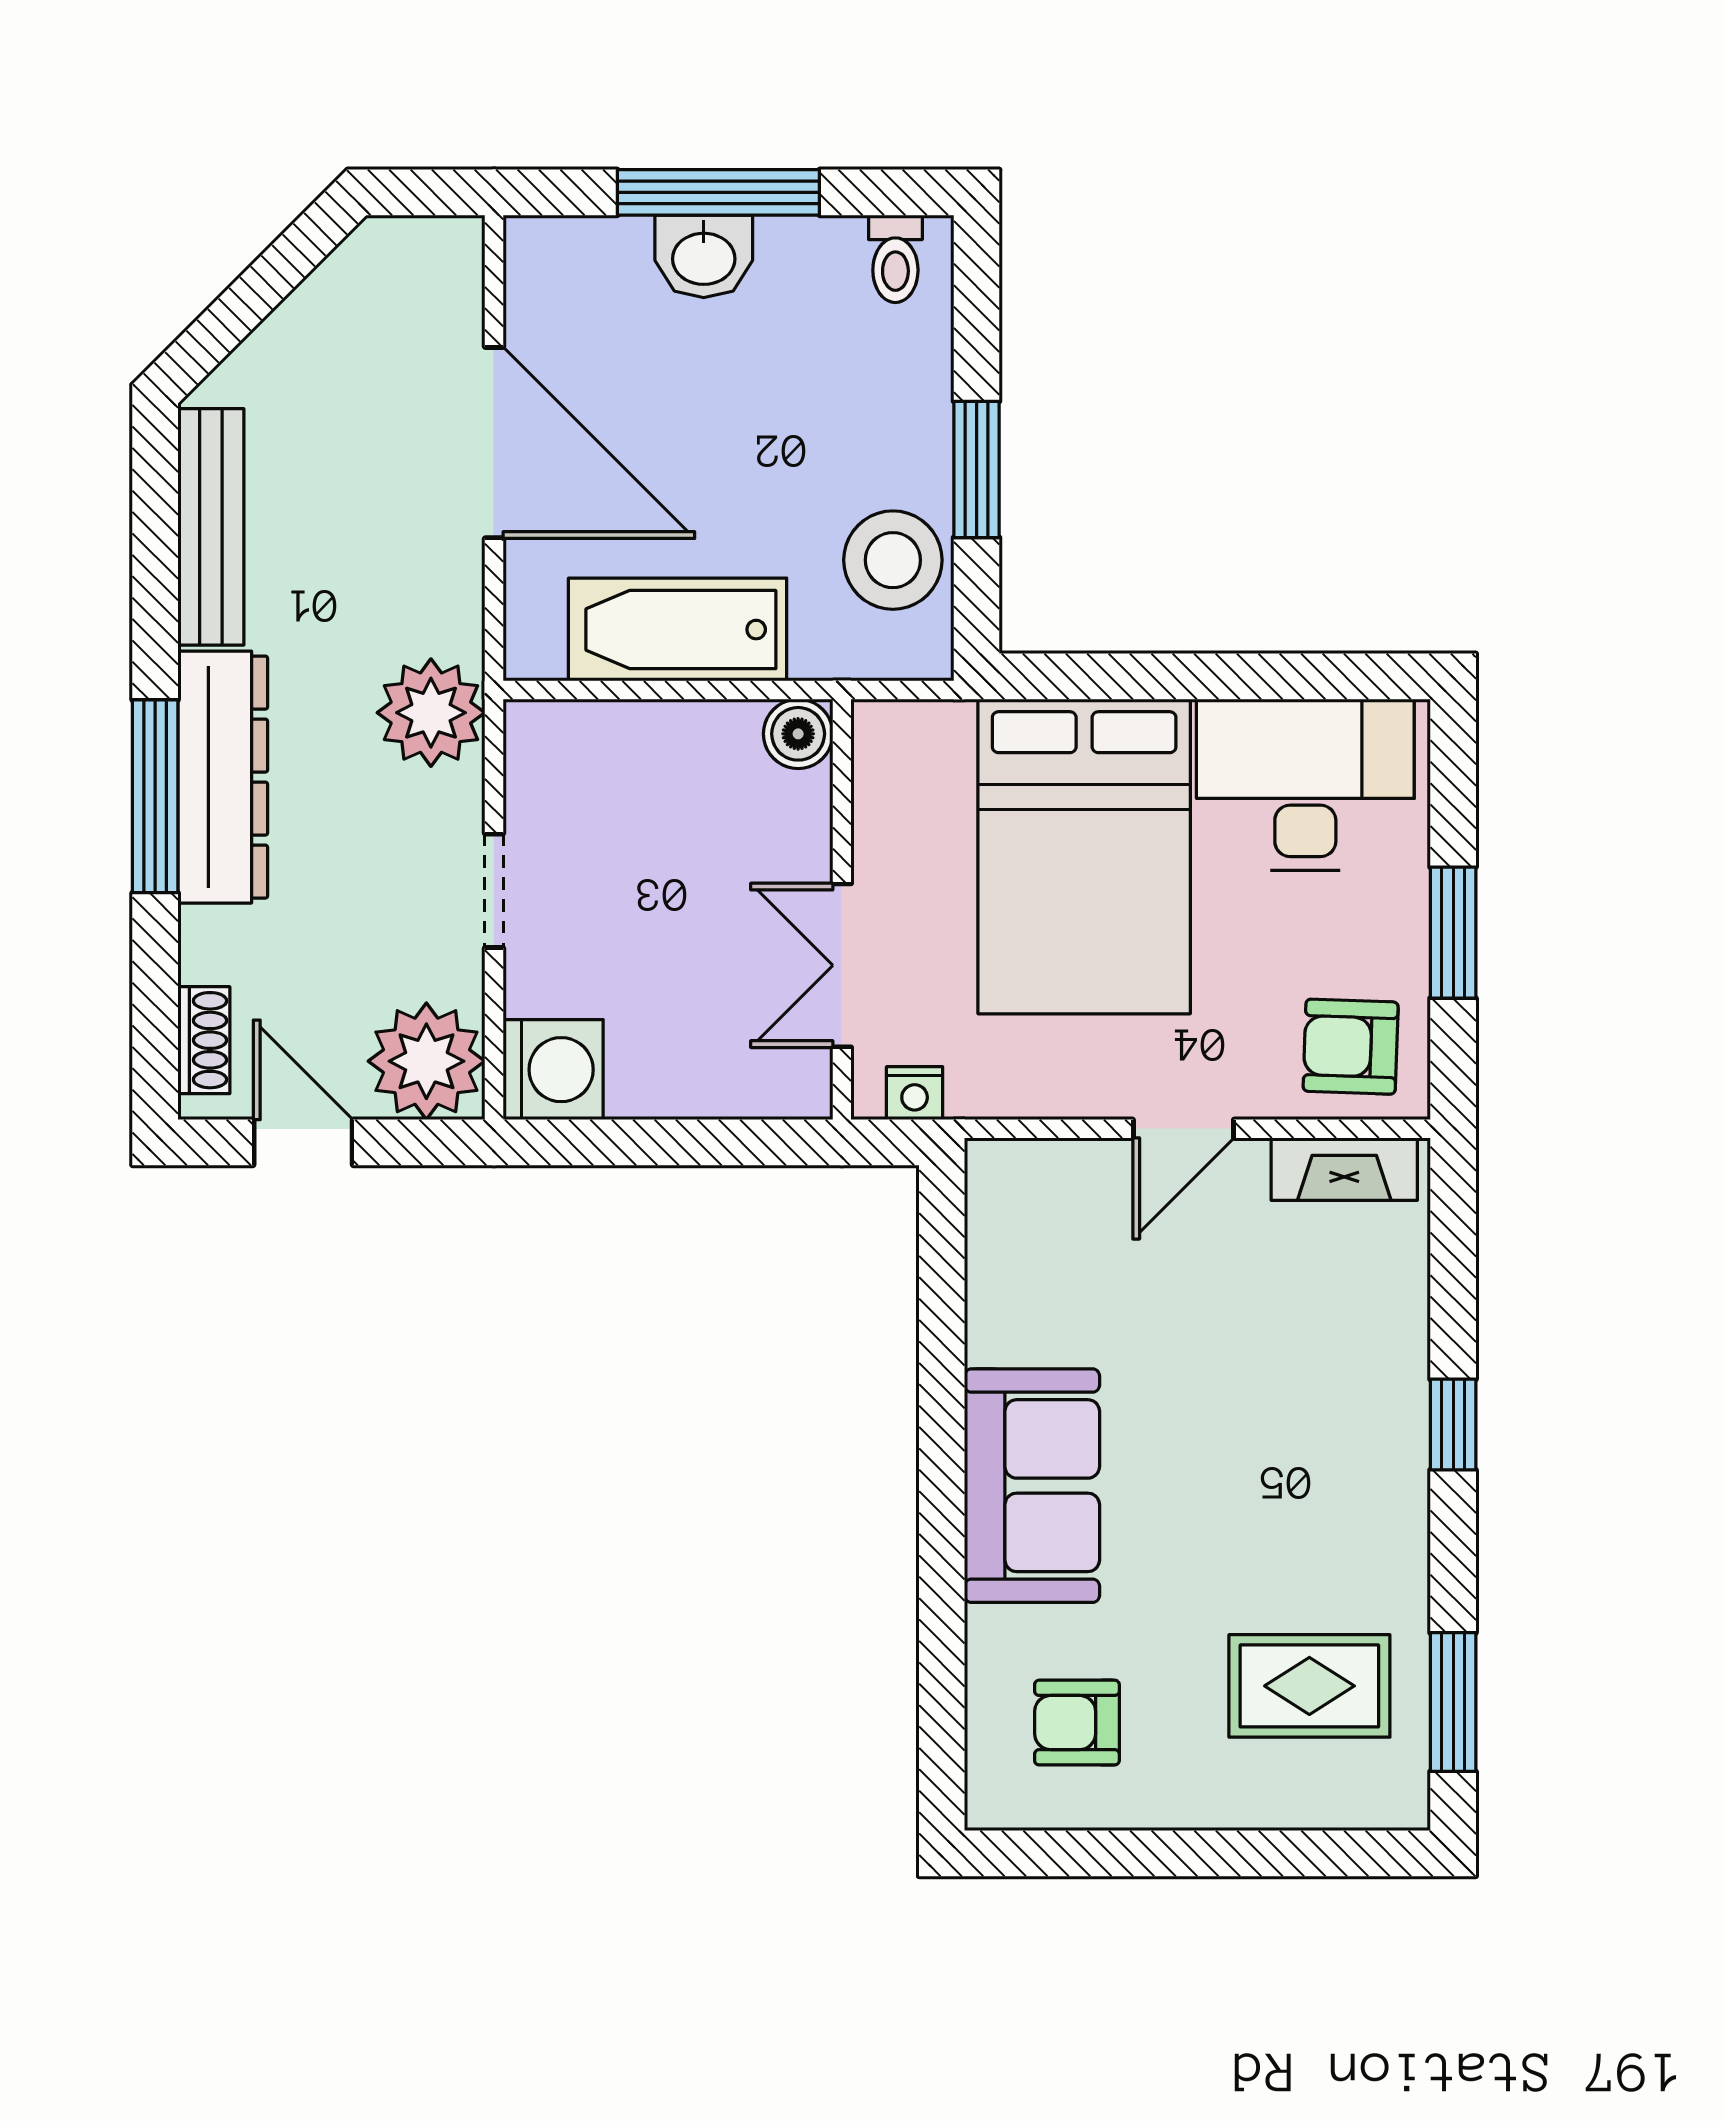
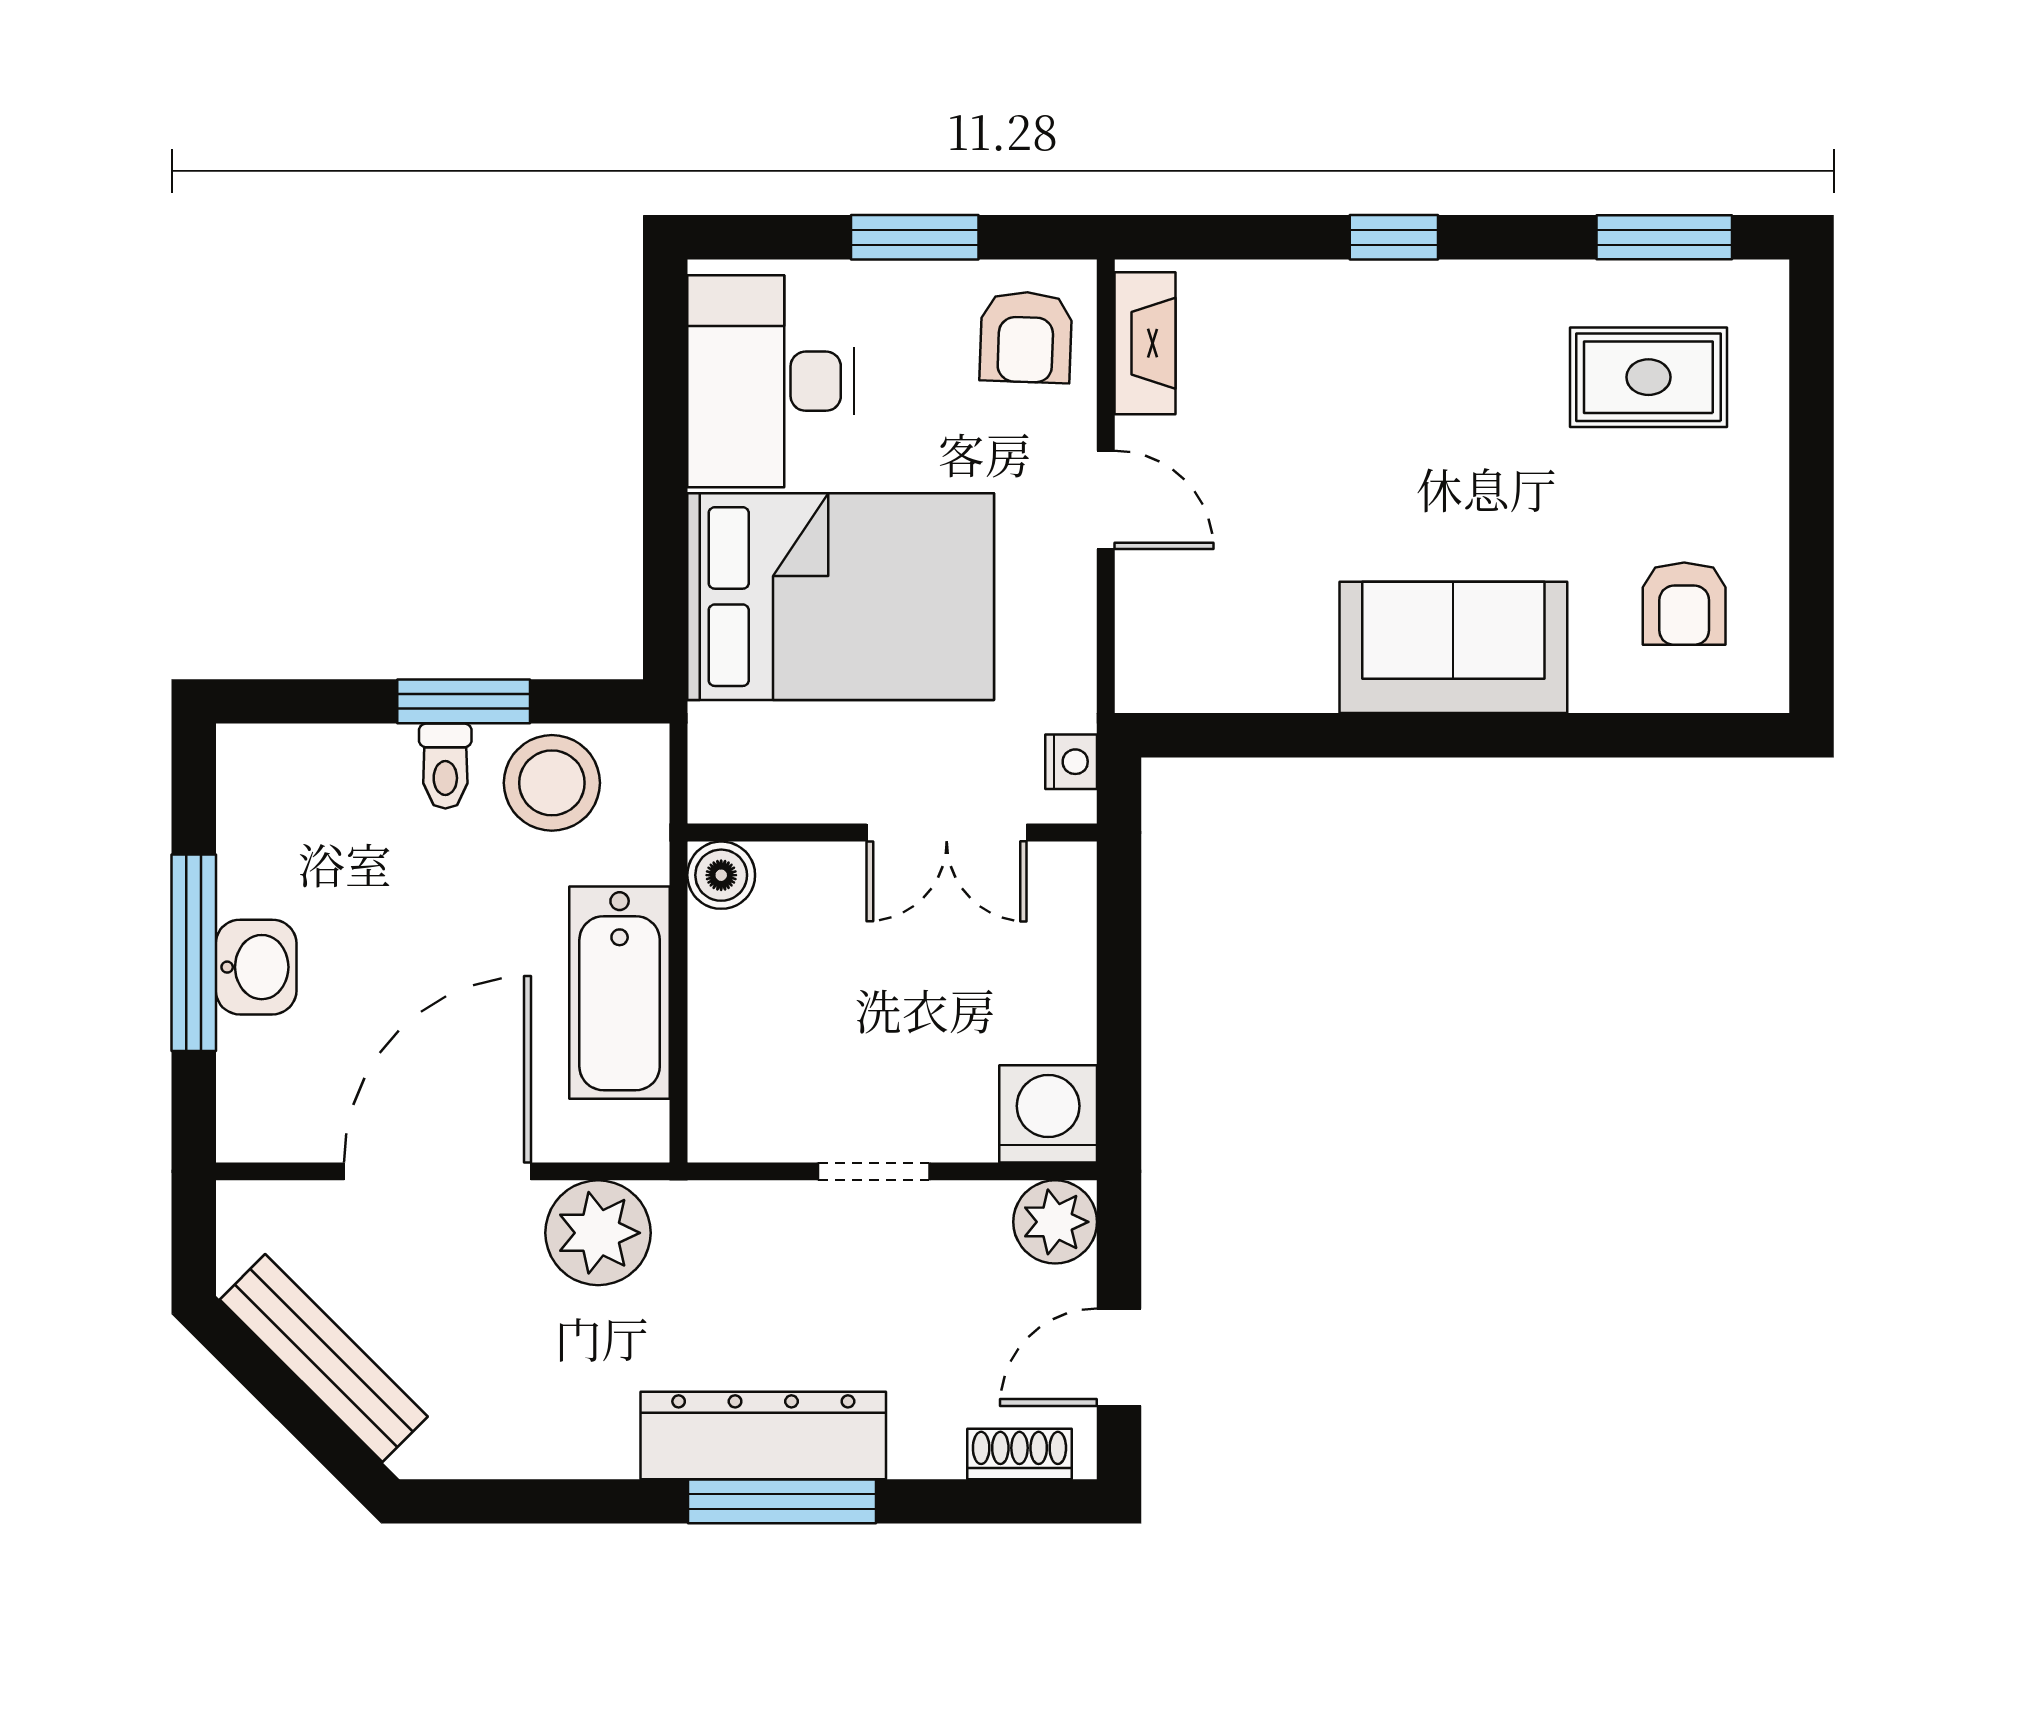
toilet: (895, 259) -> (445, 766), moved, turned 90
bench: (211, 527) -> (324, 1358), moved, turned 45
plant: (431, 713) -> (598, 1233), moved
plant: (426, 1061) -> (1055, 1222), width x0.73, depth x0.73
rug: (1309, 1686) -> (1648, 377), turned 90

